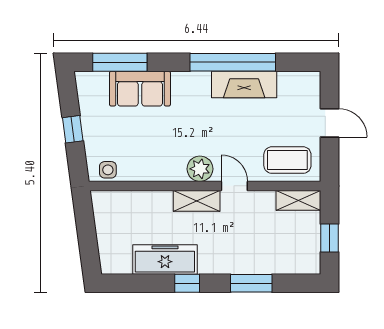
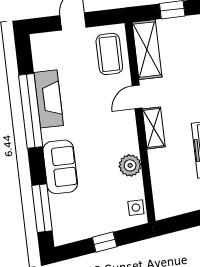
sofa: (140, 89) -> (60, 167), moved
plant: (200, 169) -> (130, 165), moved
shelving: (298, 200) -> (147, 50), width x1.50, depth x1.33

